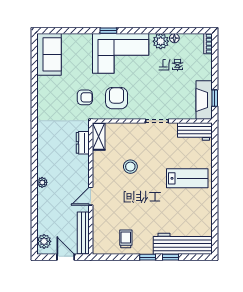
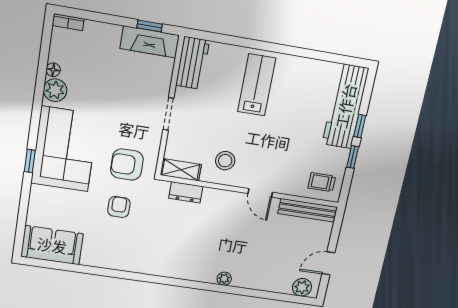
shelving: (99, 136) -> (181, 170), moved
dresser: (83, 143) -> (186, 192), moved
wall: (91, 188) -> (250, 191), moved
door: (91, 196) -> (260, 193), moved
bench: (83, 233) -> (307, 210), moved

